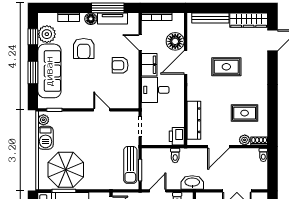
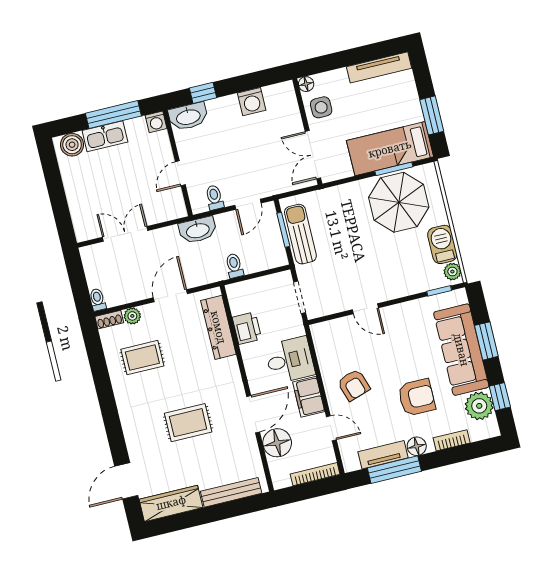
armchair: (84, 49) -> (417, 397), turned 90
armchair: (120, 65) -> (354, 385), turned 72
printer: (177, 136) -> (247, 328), moved

